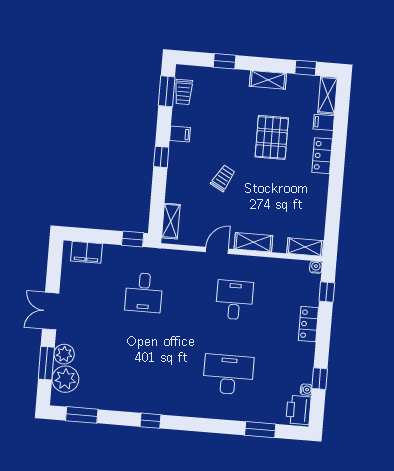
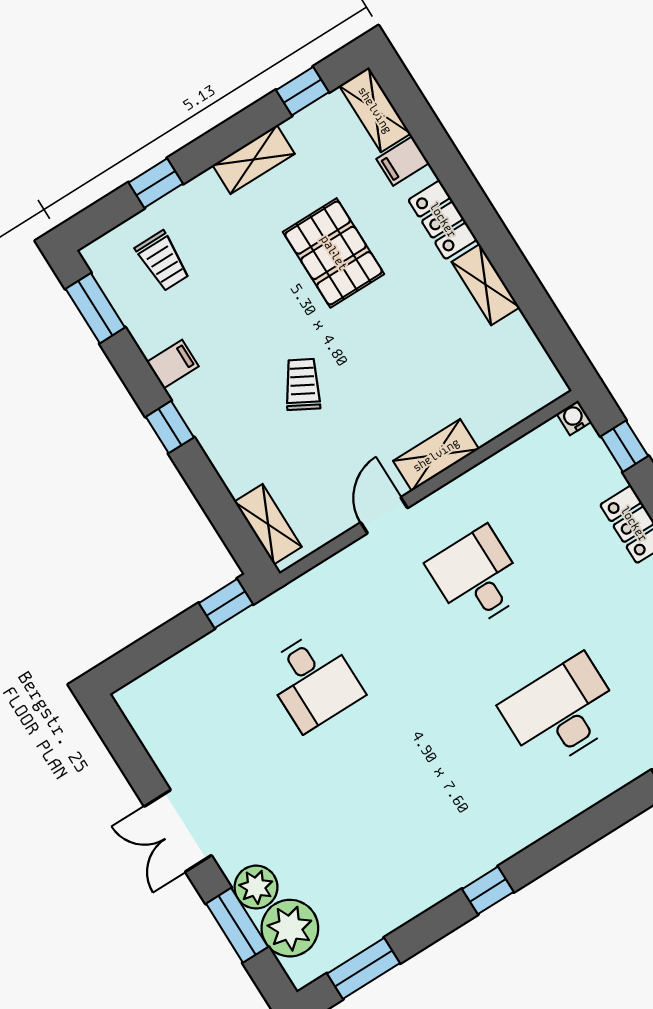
trolley: (183, 92) -> (163, 261), moved
shelving: (305, 247) -> (486, 285), moved, turned 90
filing cabinet: (86, 252) -> (164, 685), removed

